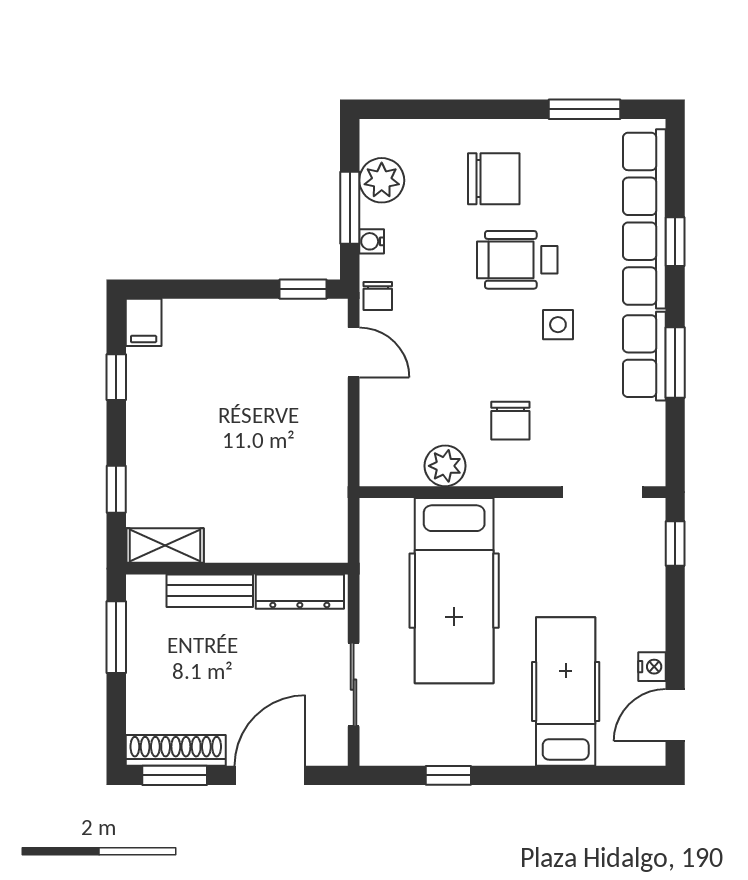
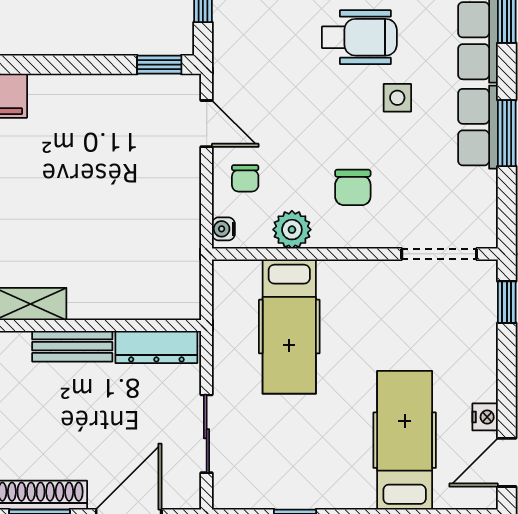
water cooler: (372, 241) -> (223, 229), moved
wheelchair: (517, 260) -> (359, 37), turned 180
chair: (378, 296) -> (245, 178), moved
hospital bed: (454, 591) -> (289, 327), width x0.73, depth x0.78

